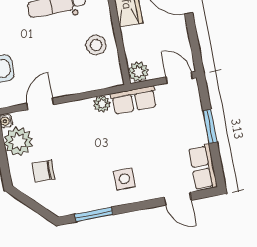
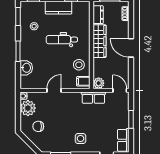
filing cabinet: (110, 74) -> (83, 81), added
door: (40, 104) -> (54, 90), moved
plant: (102, 104) -> (76, 96), removed

